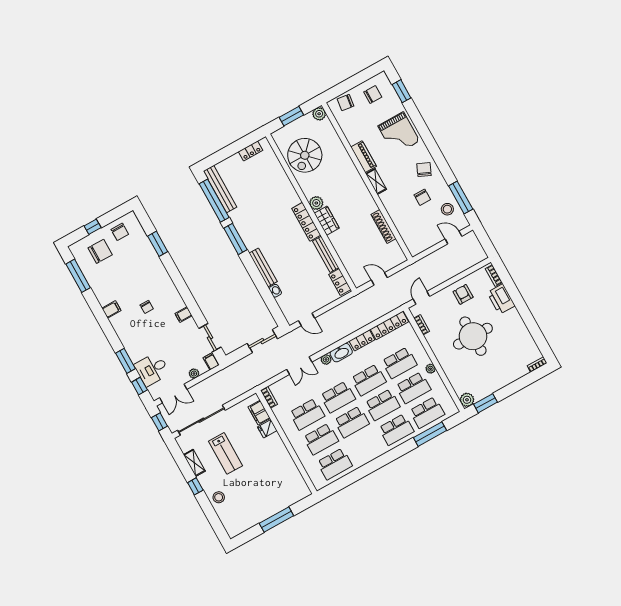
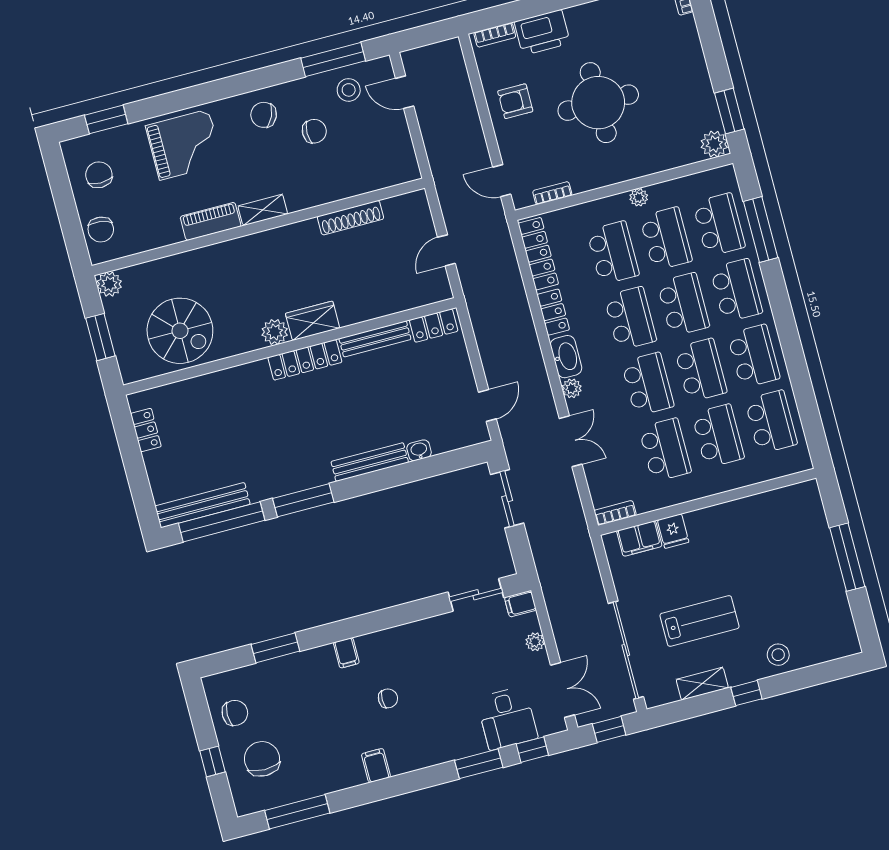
door: (453, 238) -> (405, 92), hinge flipped
filing cabinet: (183, 315) -> (346, 653), moved
school desk: (365, 447) -> (754, 356), added

